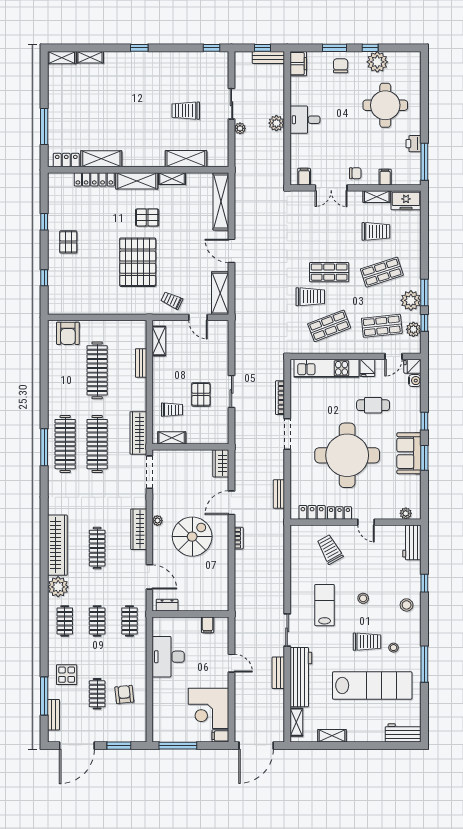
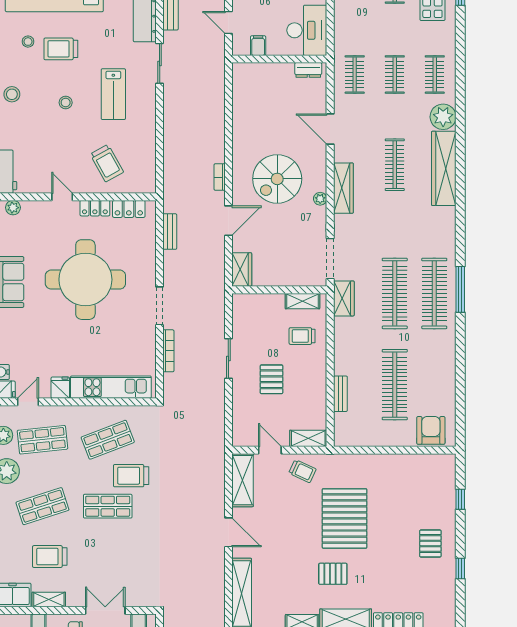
shelving: (159, 341) -> (308, 438), moved, turned 90
pallet: (201, 394) -> (271, 379), moved
cafe table: (373, 405) -> (53, 341), removed
wardrobe: (138, 433) -> (344, 298), width x0.67
dresser: (167, 605) -> (308, 70), moved
wall: (190, 614) -> (279, 59), moved
filing cabinet: (208, 625) -> (258, 46), moved

